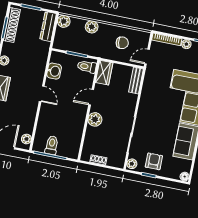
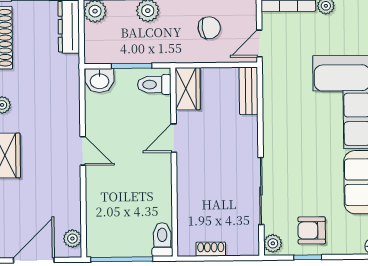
washbasin: (54, 71) -> (100, 81), moved, turned 90
plant: (95, 119) -> (189, 177), removed
toilet: (52, 145) -> (162, 240), moved
armchair: (154, 161) -> (312, 230), turned -90

